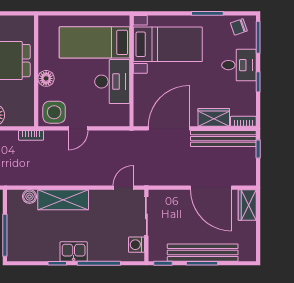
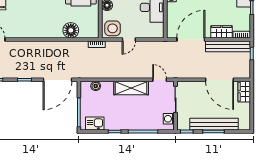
door: (123, 188) -> (160, 80), hinge flipped
shelving: (63, 200) -> (131, 88), moved
kitchen sink: (74, 252) -> (95, 123), moved

